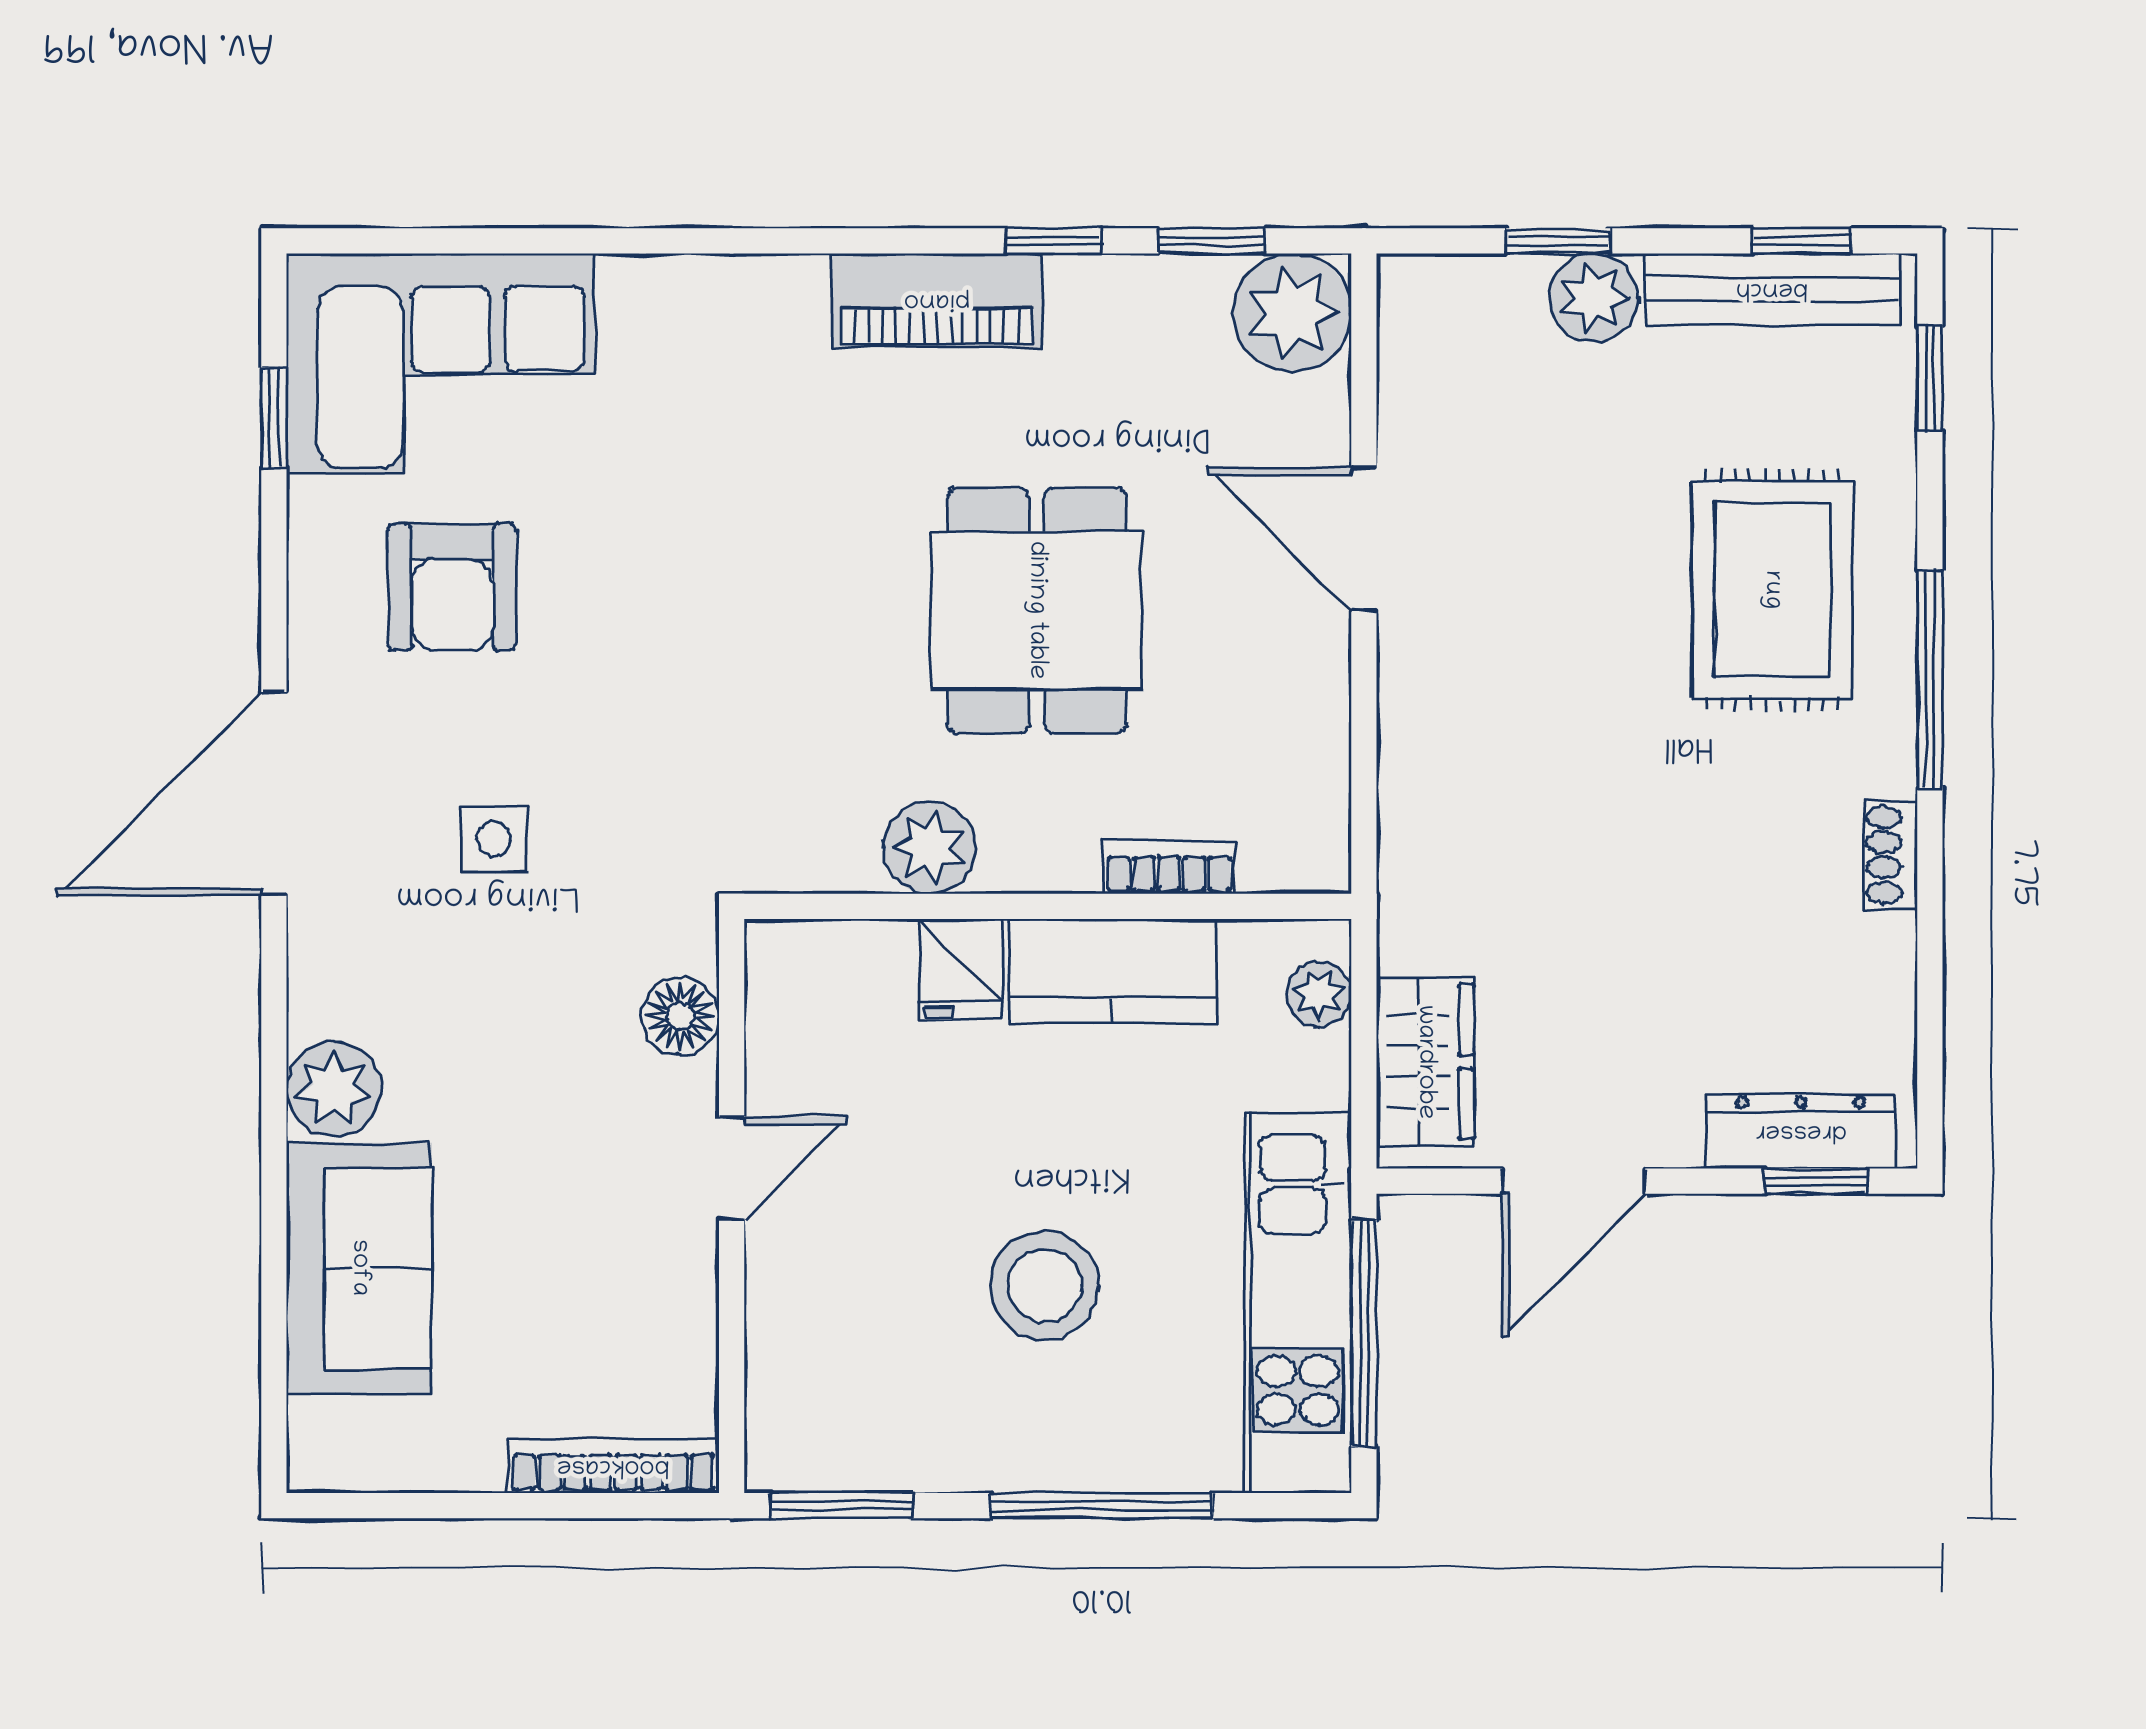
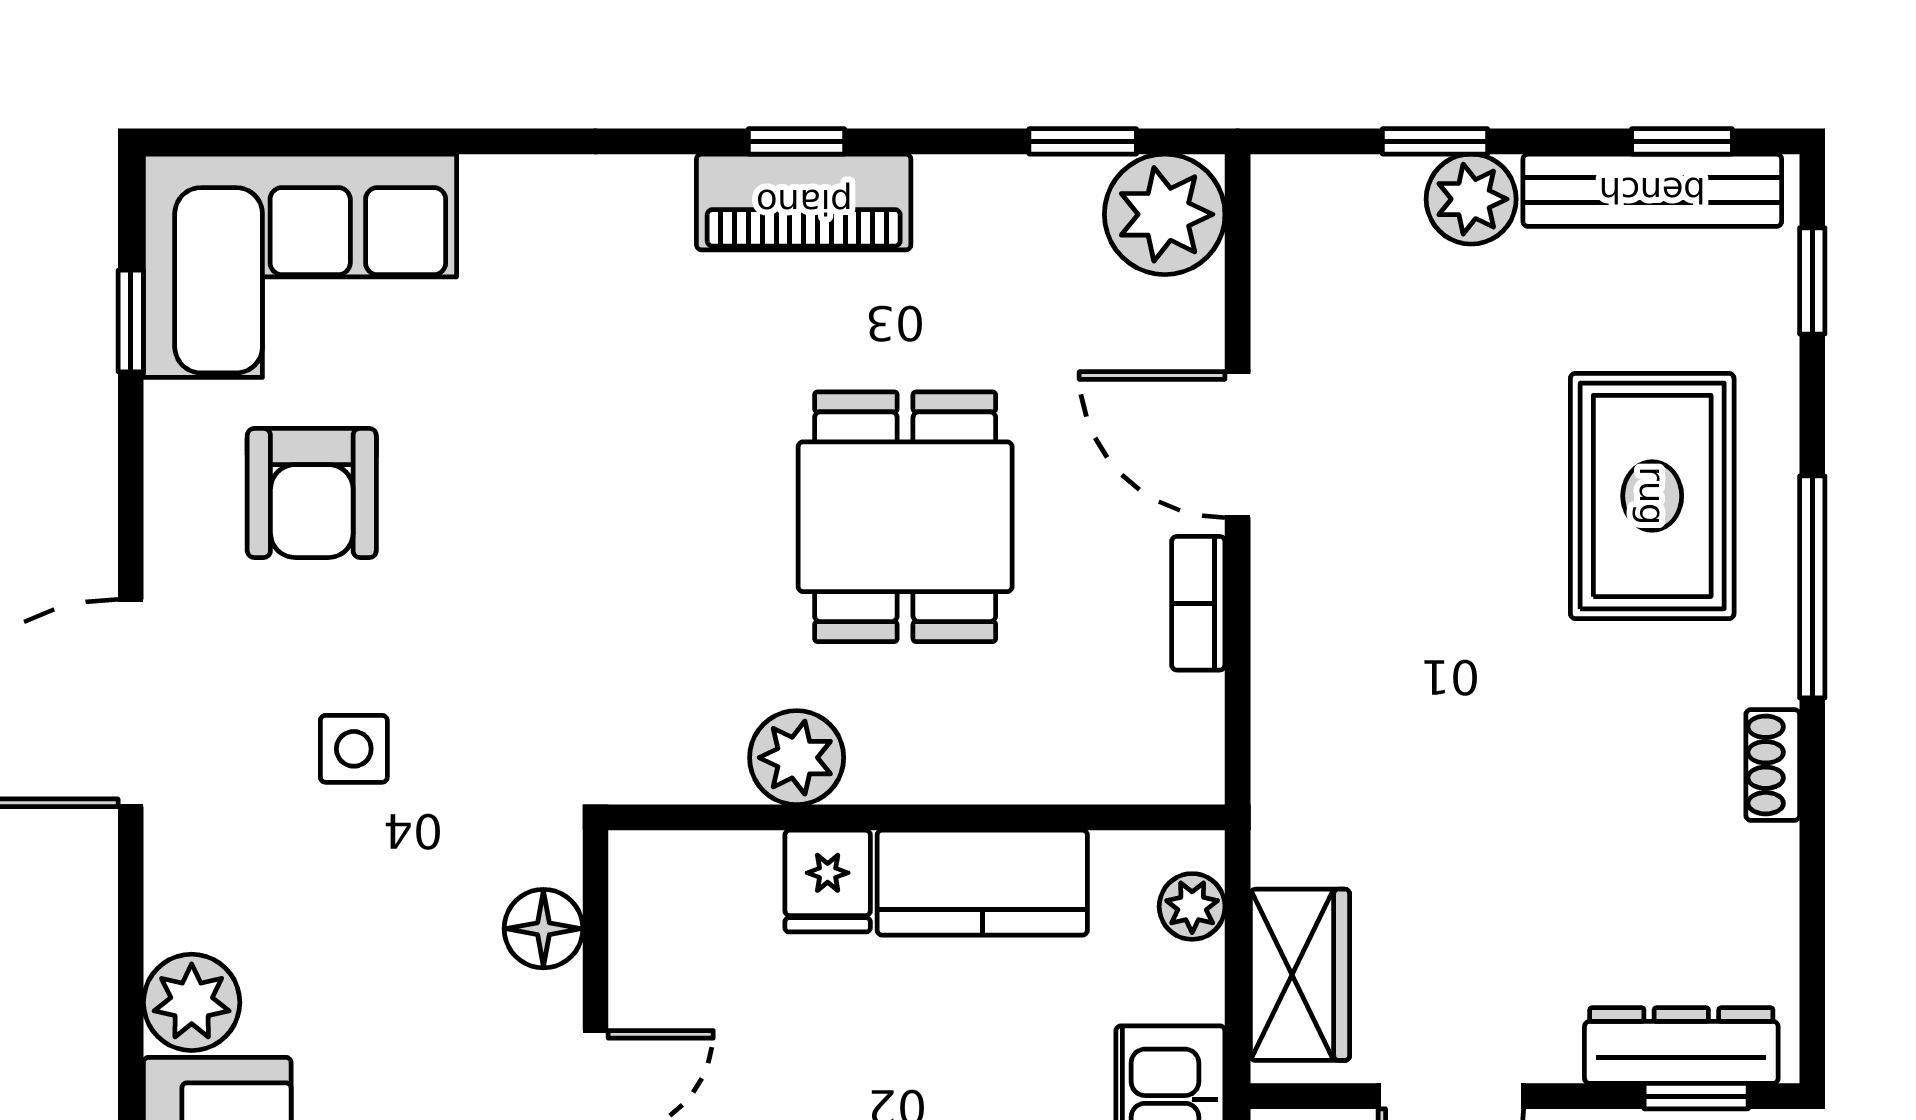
window: (1053, 241) -> (796, 141), moved
bookcase: (1169, 868) -> (1198, 603), moved, turned -90

